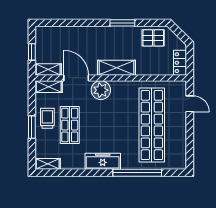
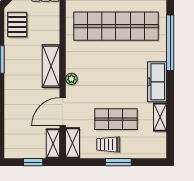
plant: (101, 90) -> (71, 79), width x0.53, depth x0.53
shelving: (48, 164) -> (160, 117), moved

